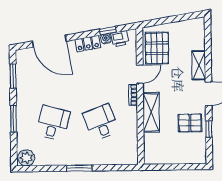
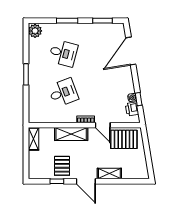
locker: (88, 44) -> (128, 83), removed
shelving: (158, 158) -> (33, 139), added

